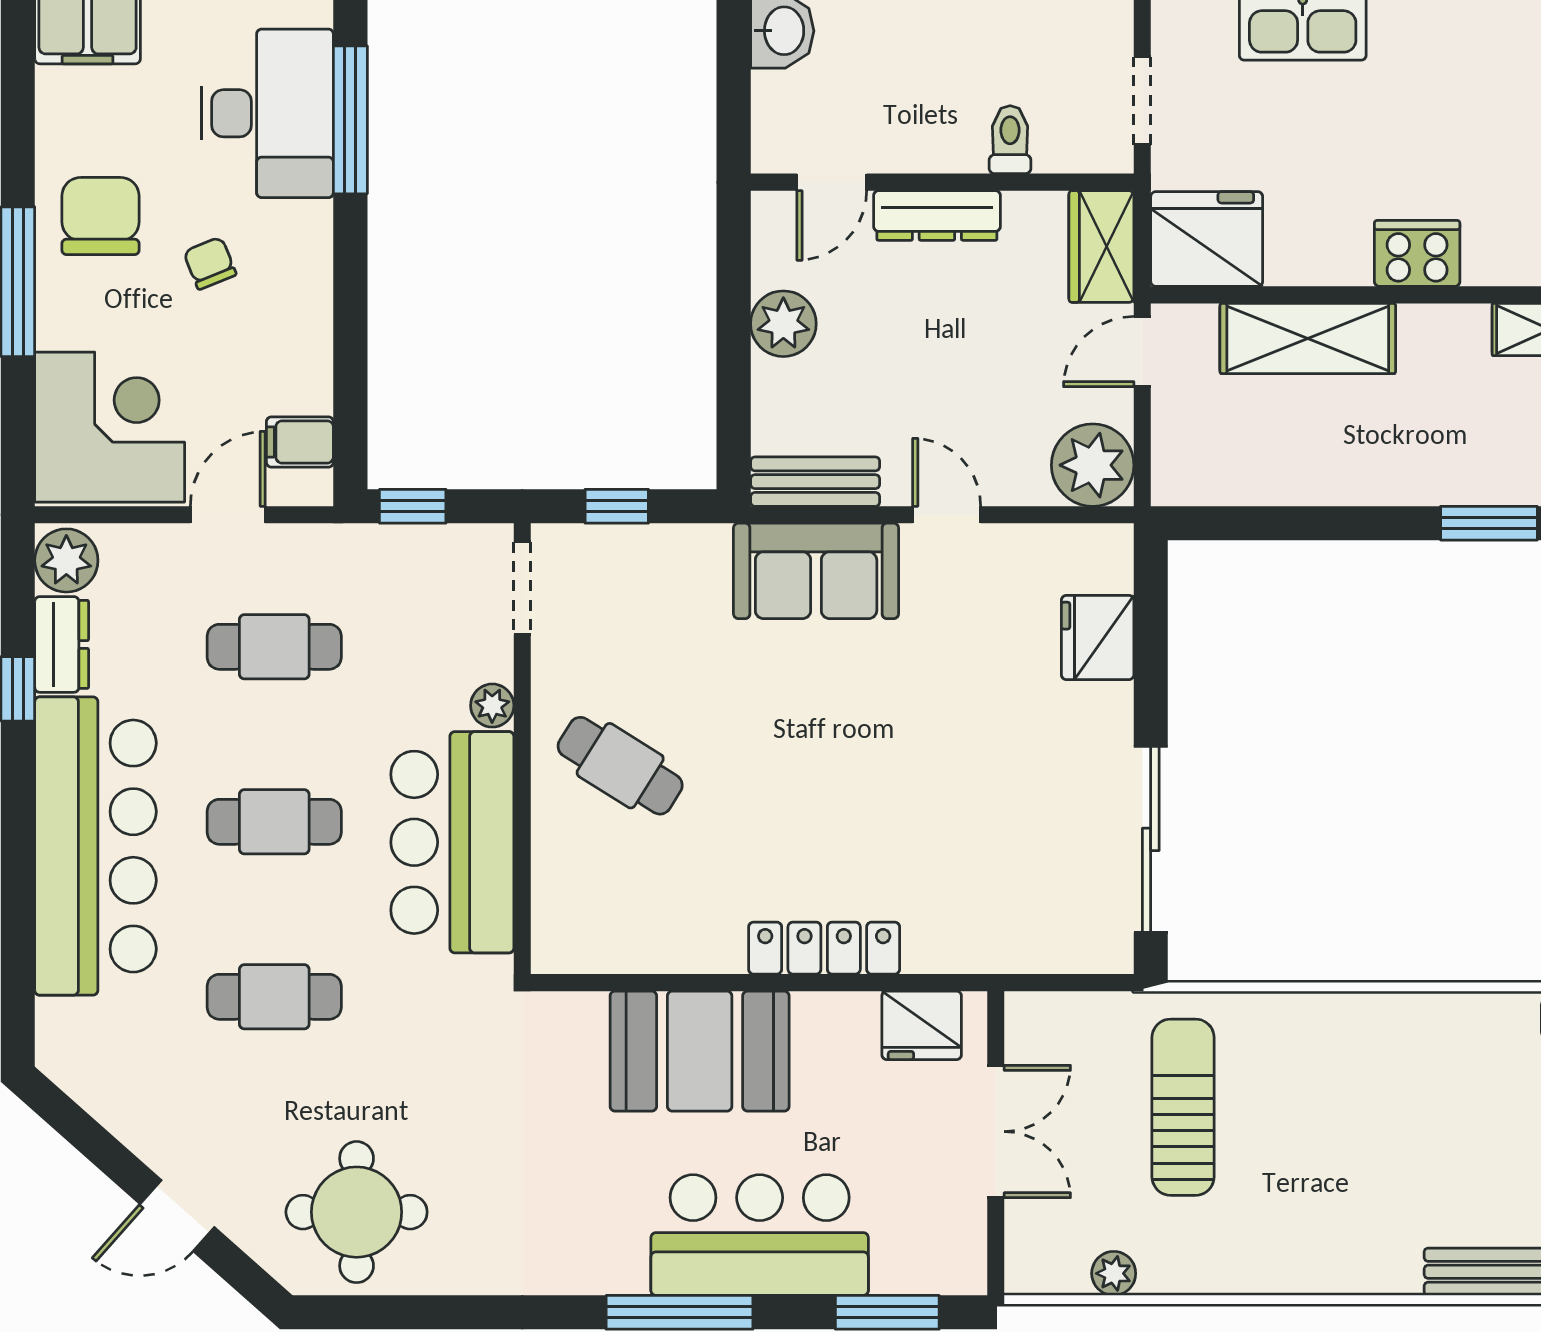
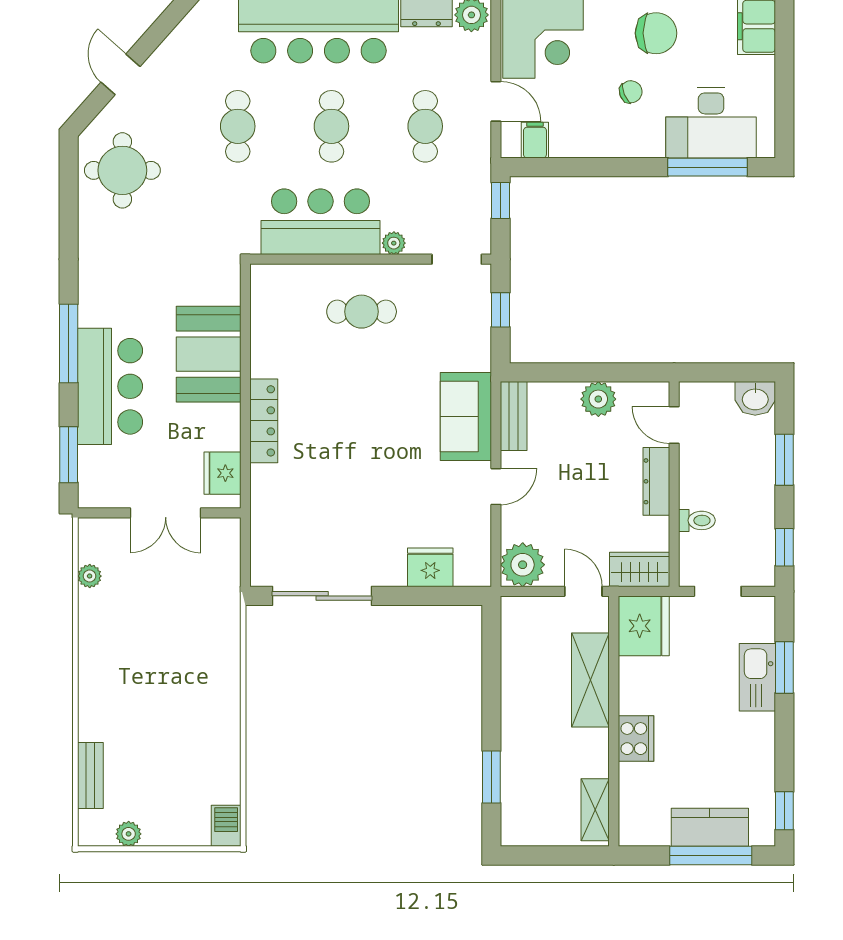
cafe table: (620, 766) -> (362, 312), turned 58
sun lounger: (1183, 1107) -> (179, 613), removed

